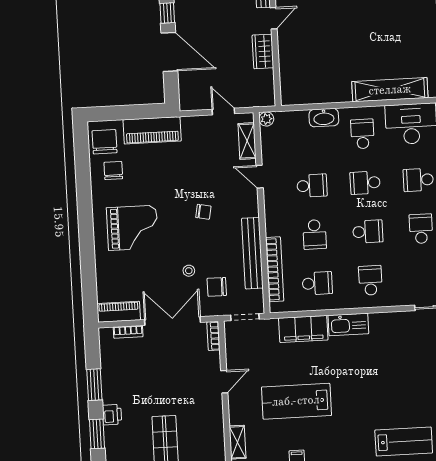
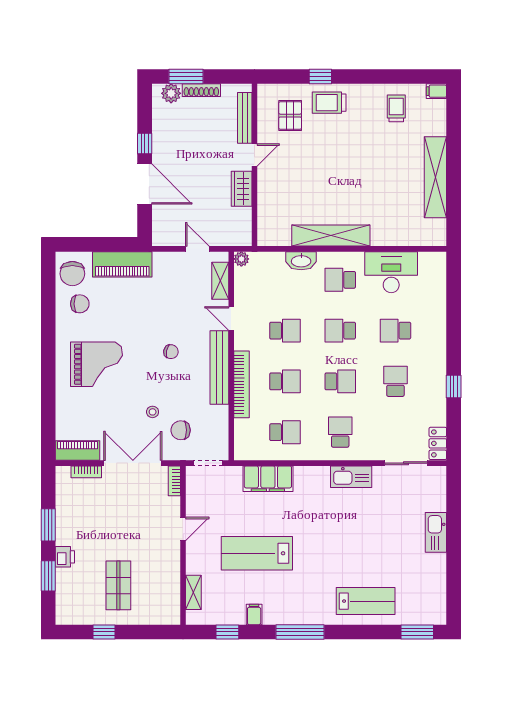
shelving: (390, 90) -> (331, 236), moved
school desk: (362, 134) -> (340, 280), turned -90
chair: (105, 142) -> (72, 274), turned 180
chair: (113, 171) -> (80, 304), turned 90
school desk: (315, 234) -> (285, 381), turned -90
bench: (252, 253) -> (219, 368), moved
bookcase: (275, 269) -> (242, 384), moved
kitchen sink: (348, 325) -> (351, 477), moved

